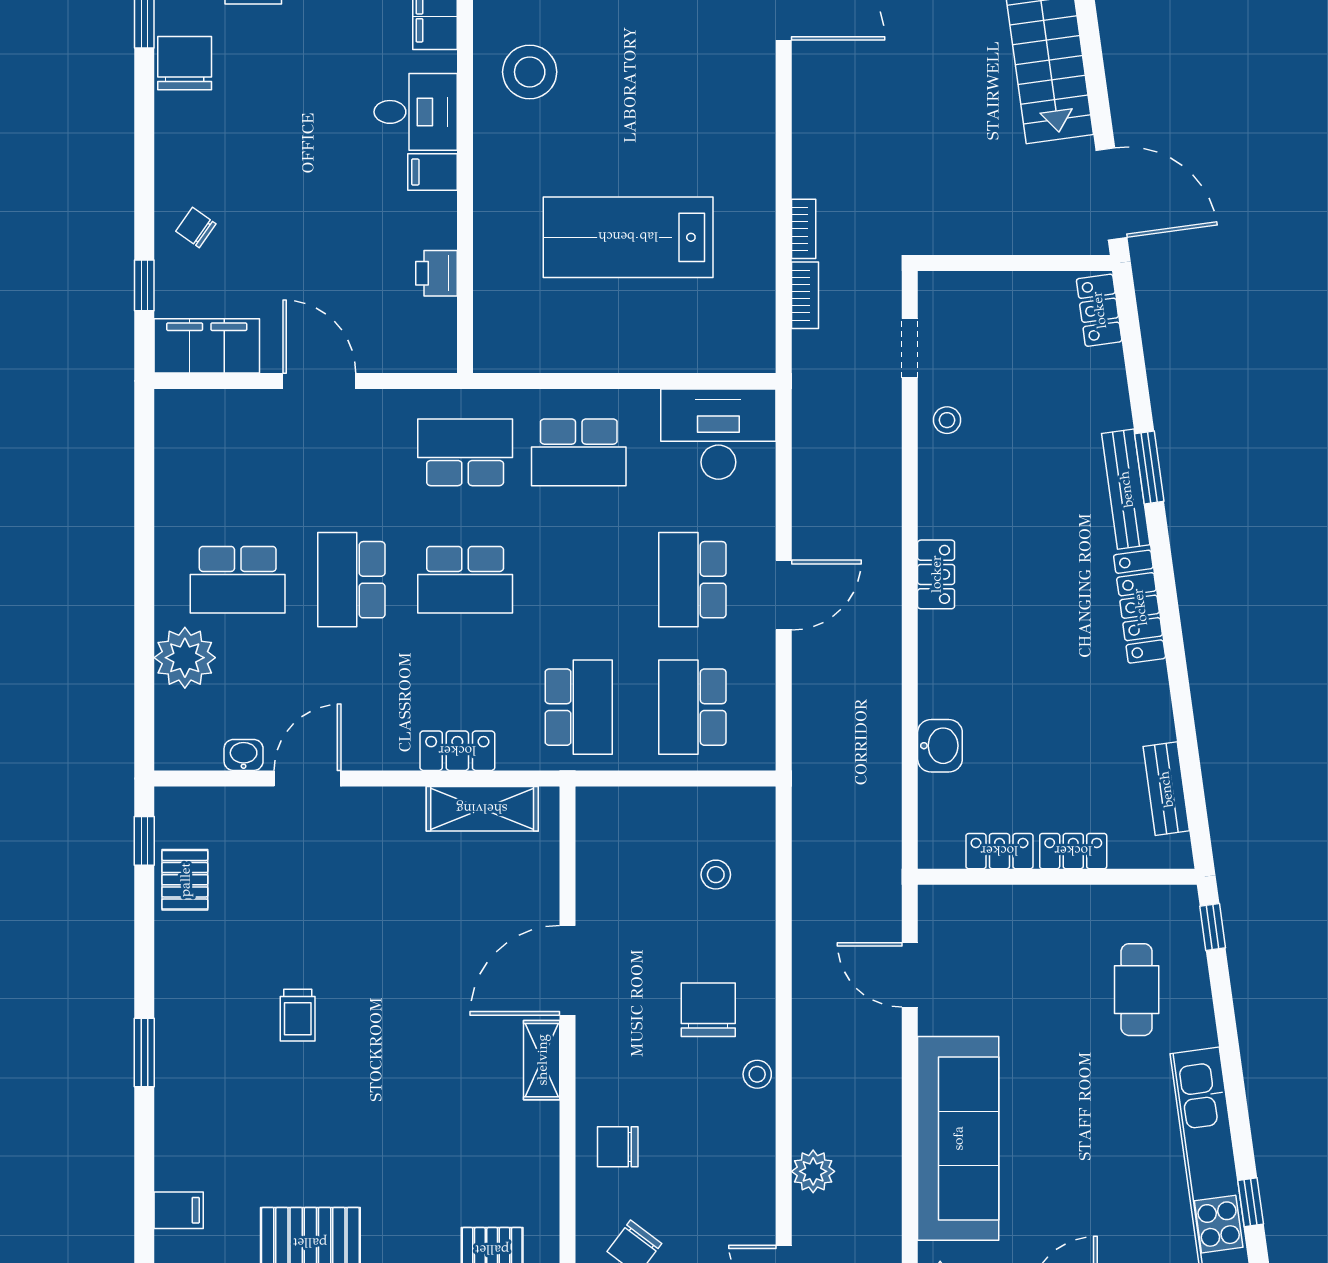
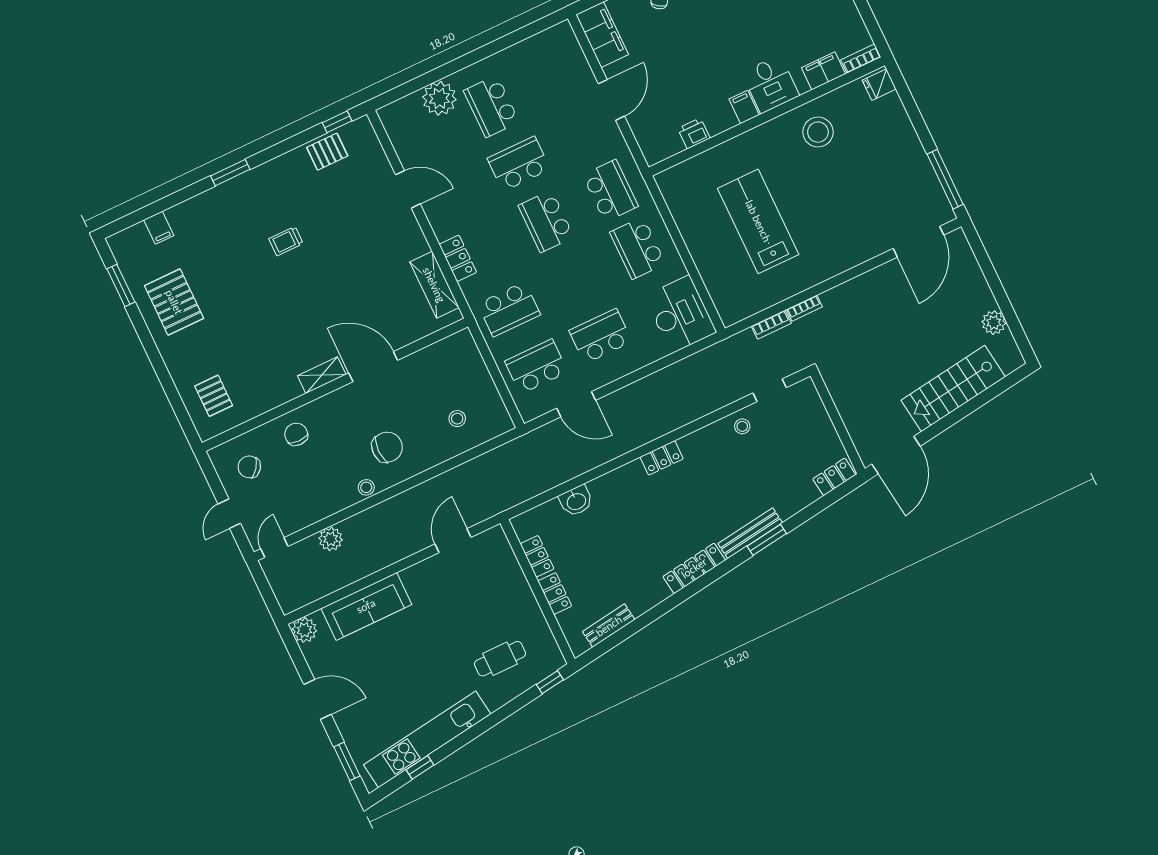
door: (784, 595) -> (576, 404), moved
washbasin: (244, 755) -> (404, 151), removed
sofa: (958, 1138) -> (366, 606), width x0.74, depth x0.79

